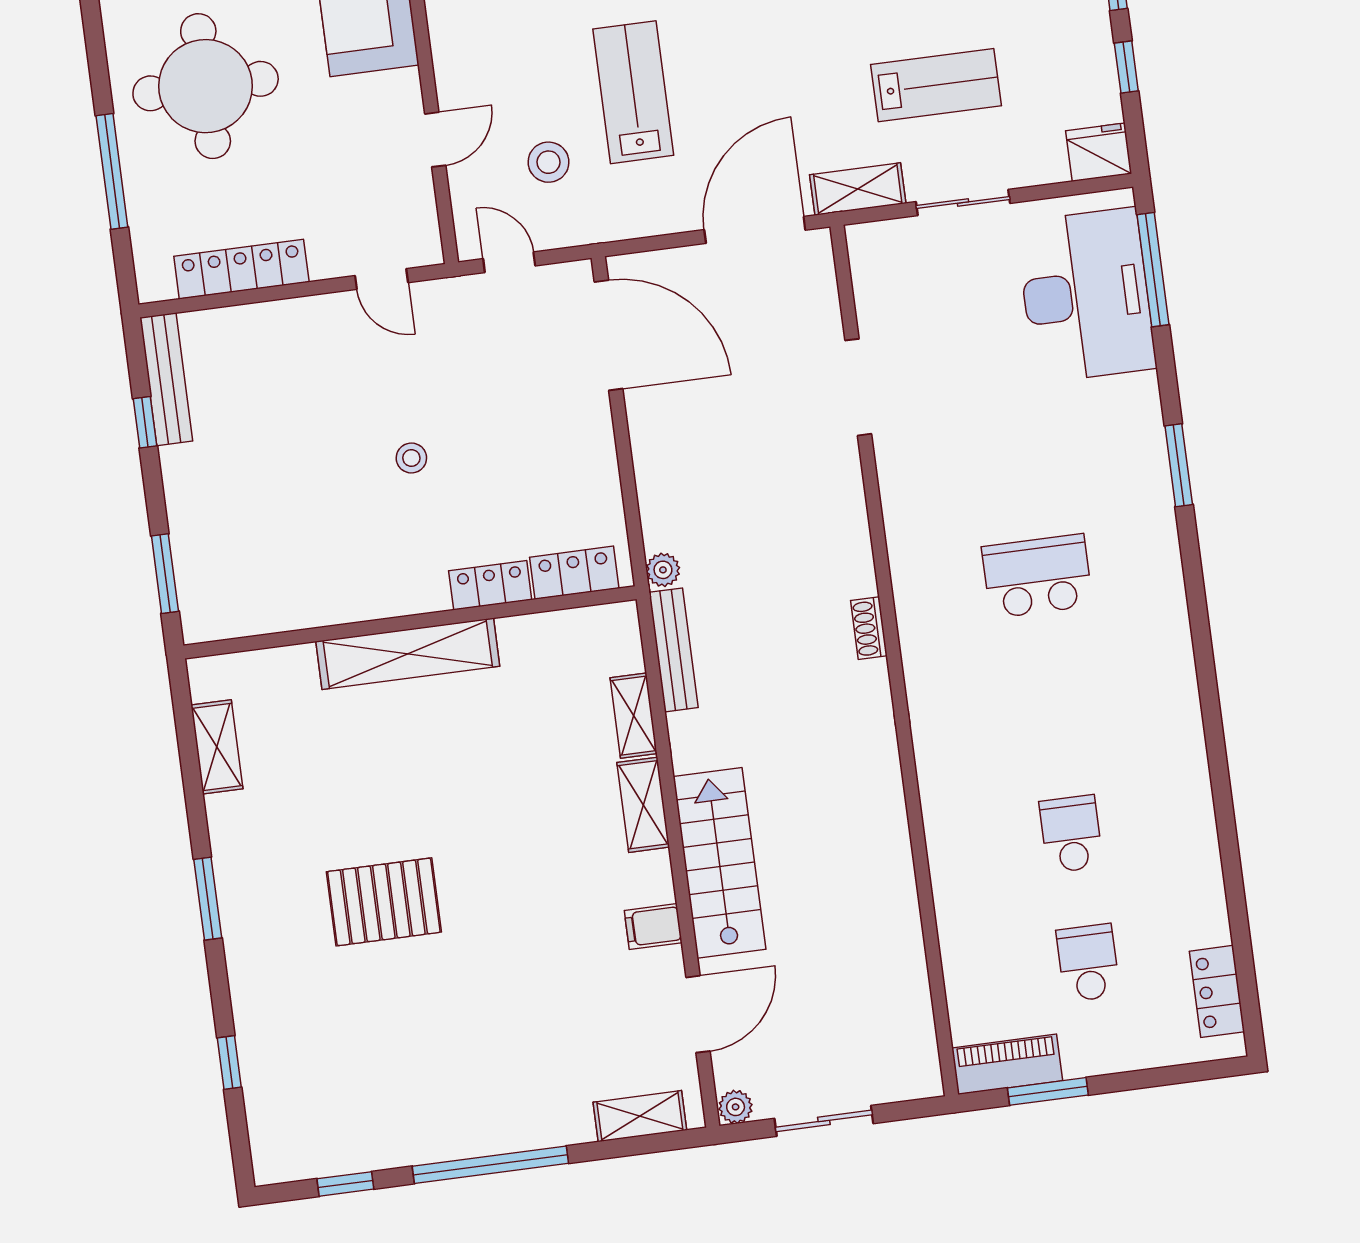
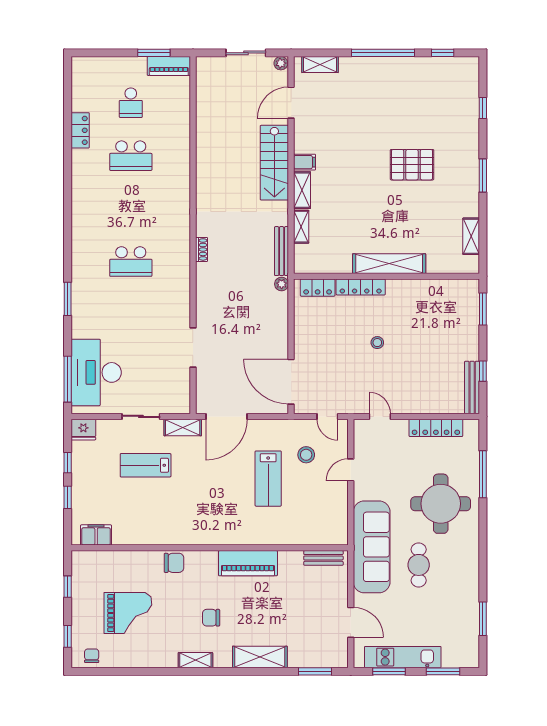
locker: (490, 585) -> (361, 287), width x1.53
school desk: (1071, 834) -> (131, 156), width x1.85
filing cabinet: (653, 927) -> (305, 162), moved
locker: (1217, 991) -> (80, 130), moved

